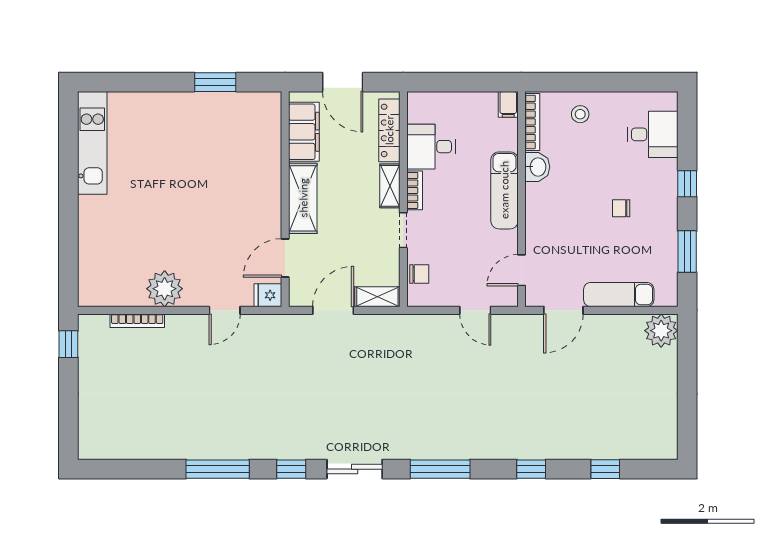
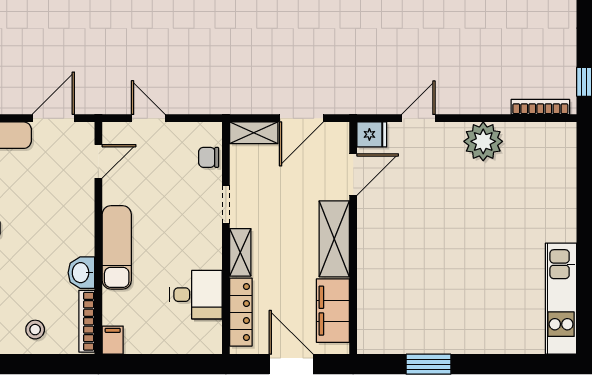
bookcase: (415, 190) -> (214, 247), removed
bookcase: (137, 321) -> (540, 107), moved

